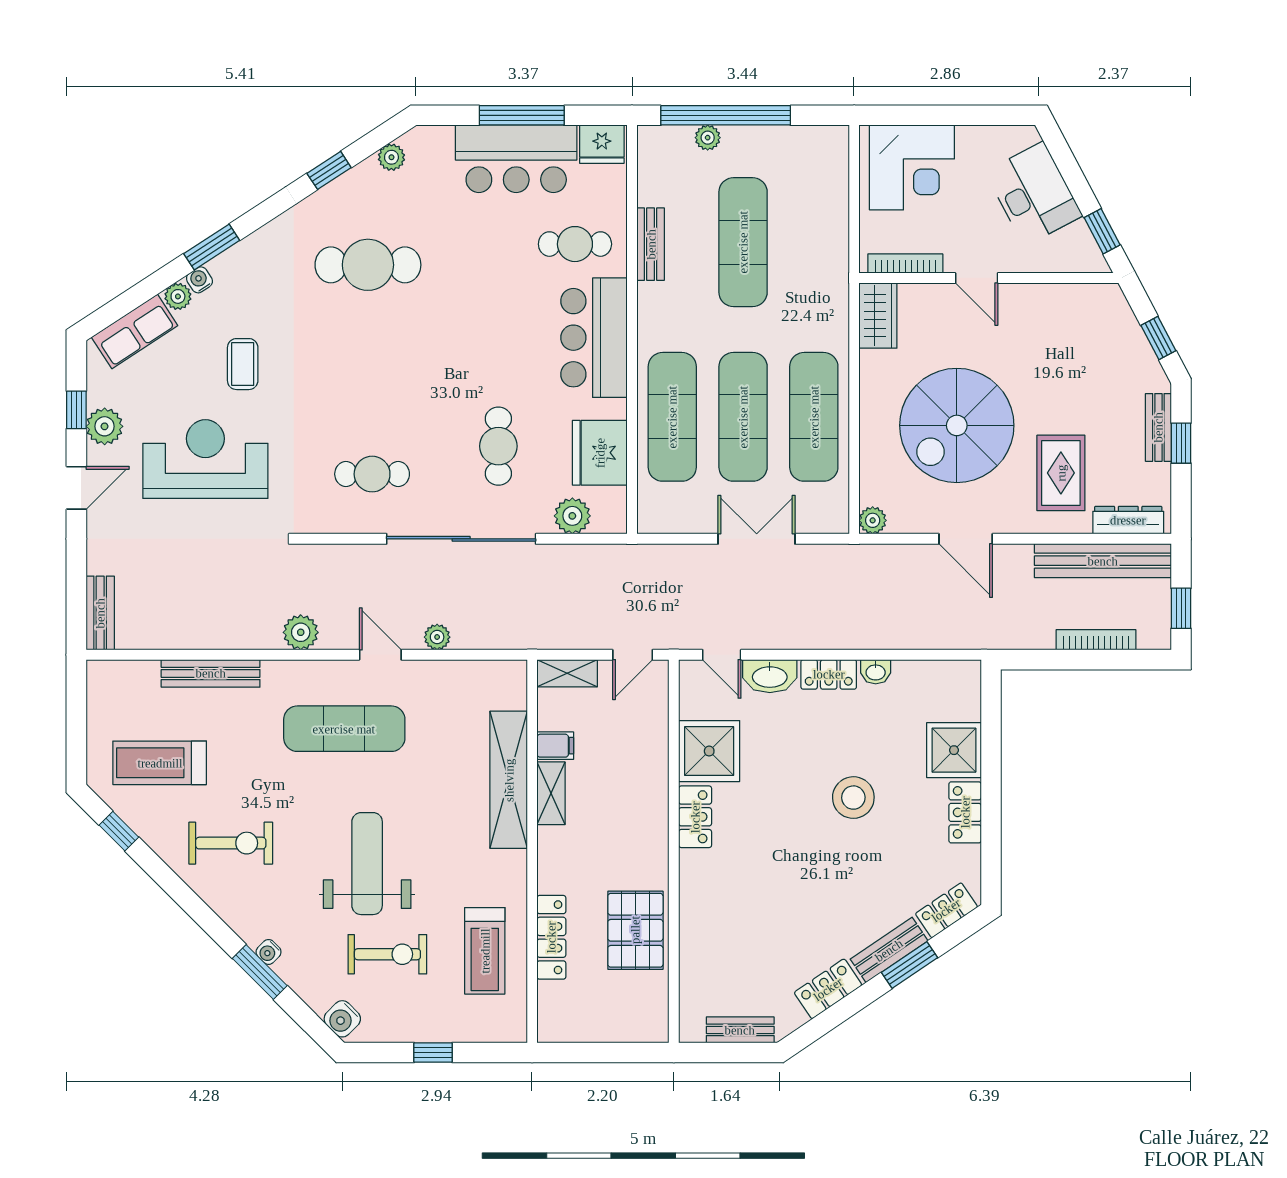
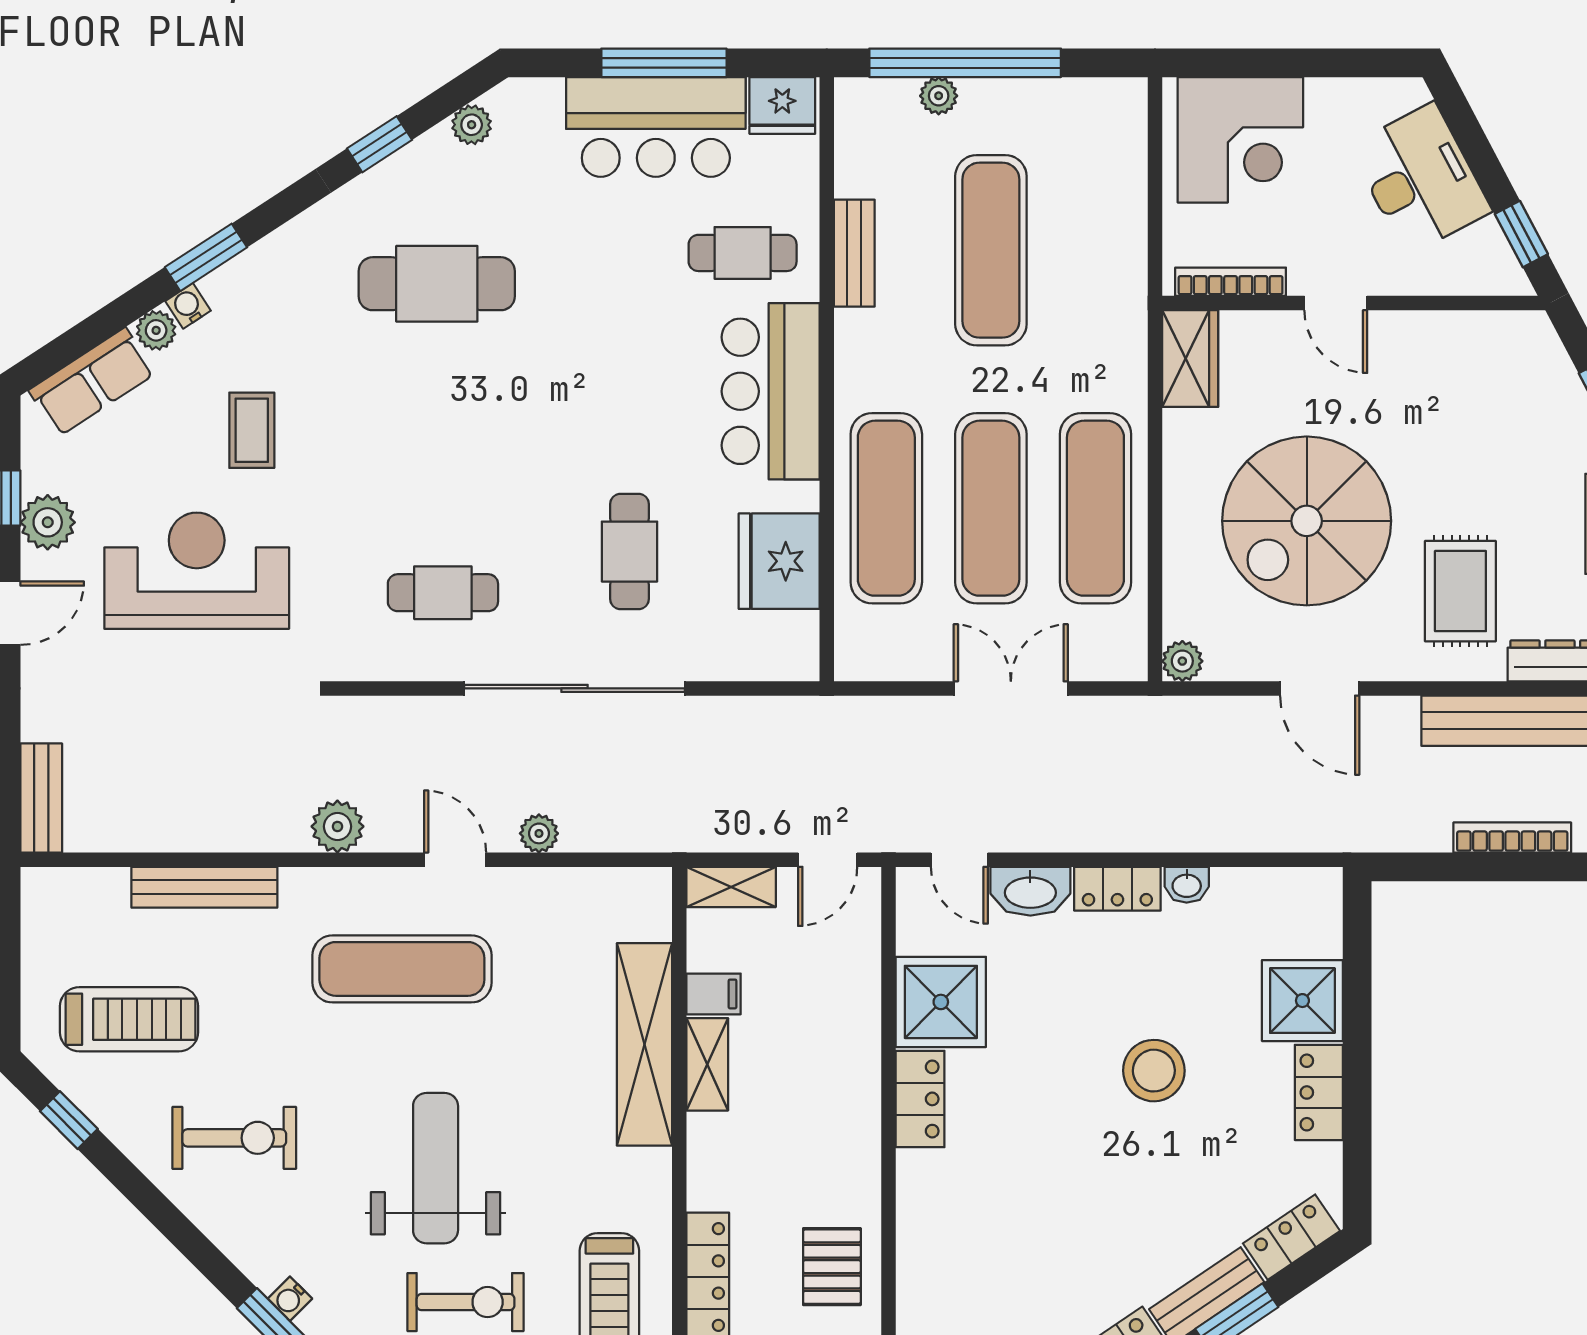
plant: (572, 516) -> (739, 655), removed
treadmill: (160, 763) -> (129, 1019), turned 180
pallet: (635, 930) -> (832, 1267), width x0.67, depth x0.71

